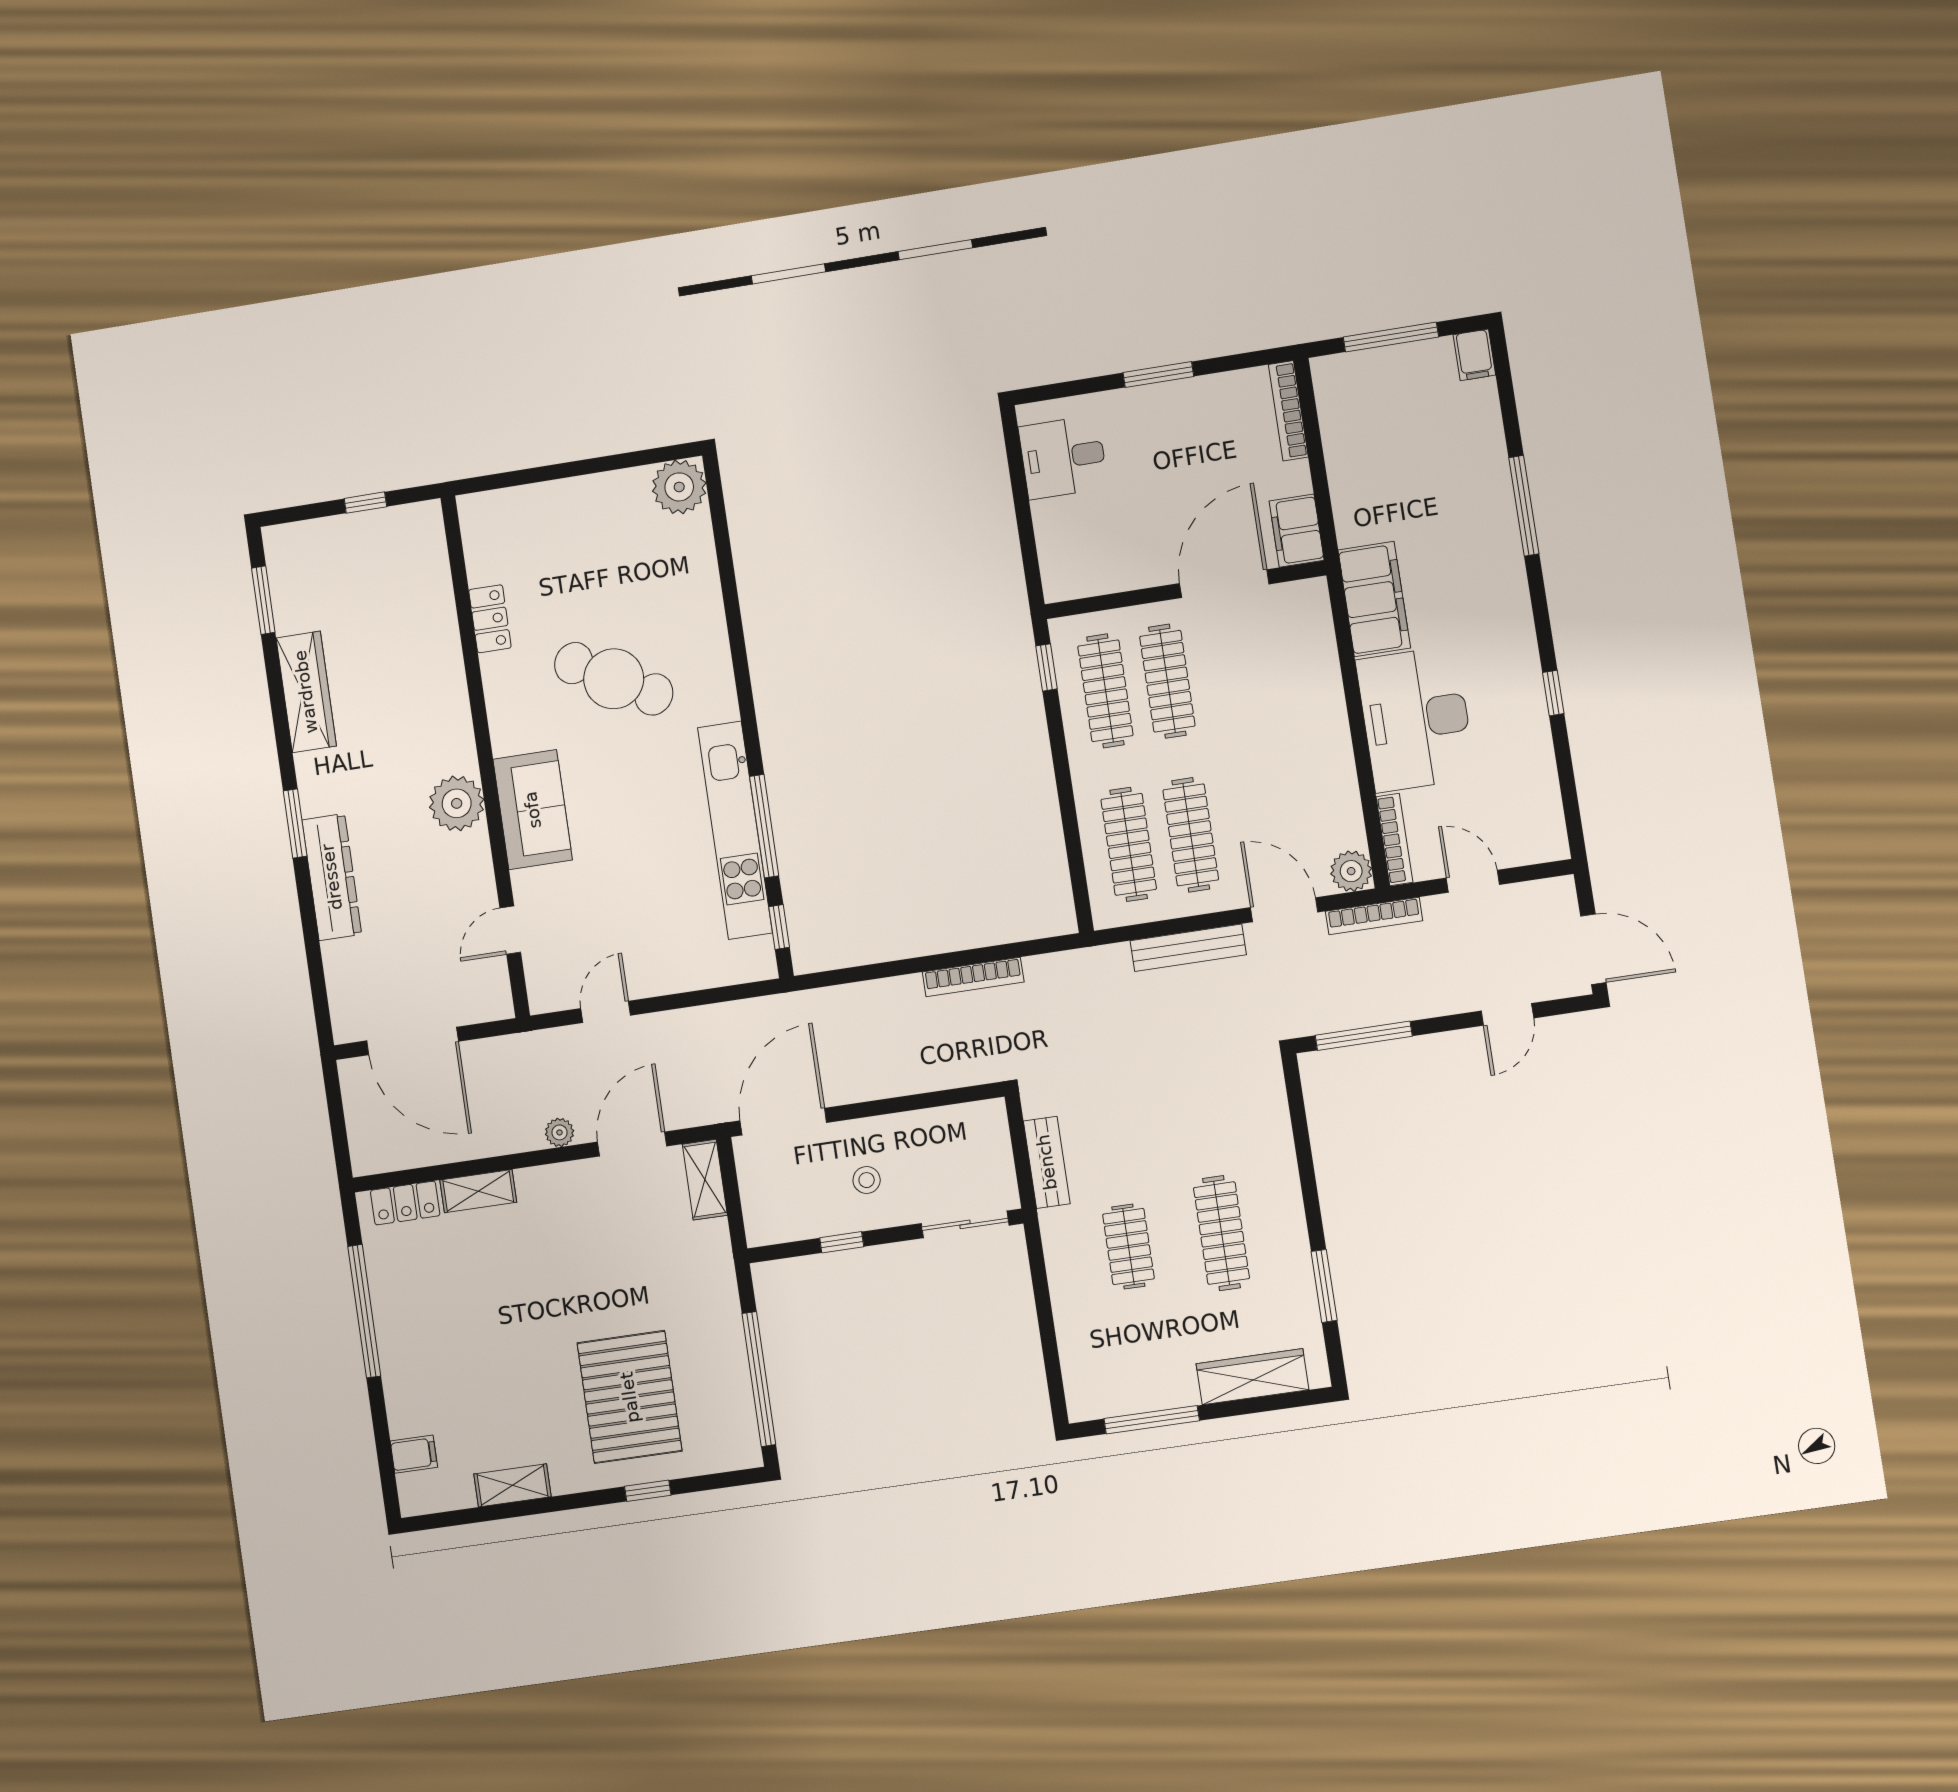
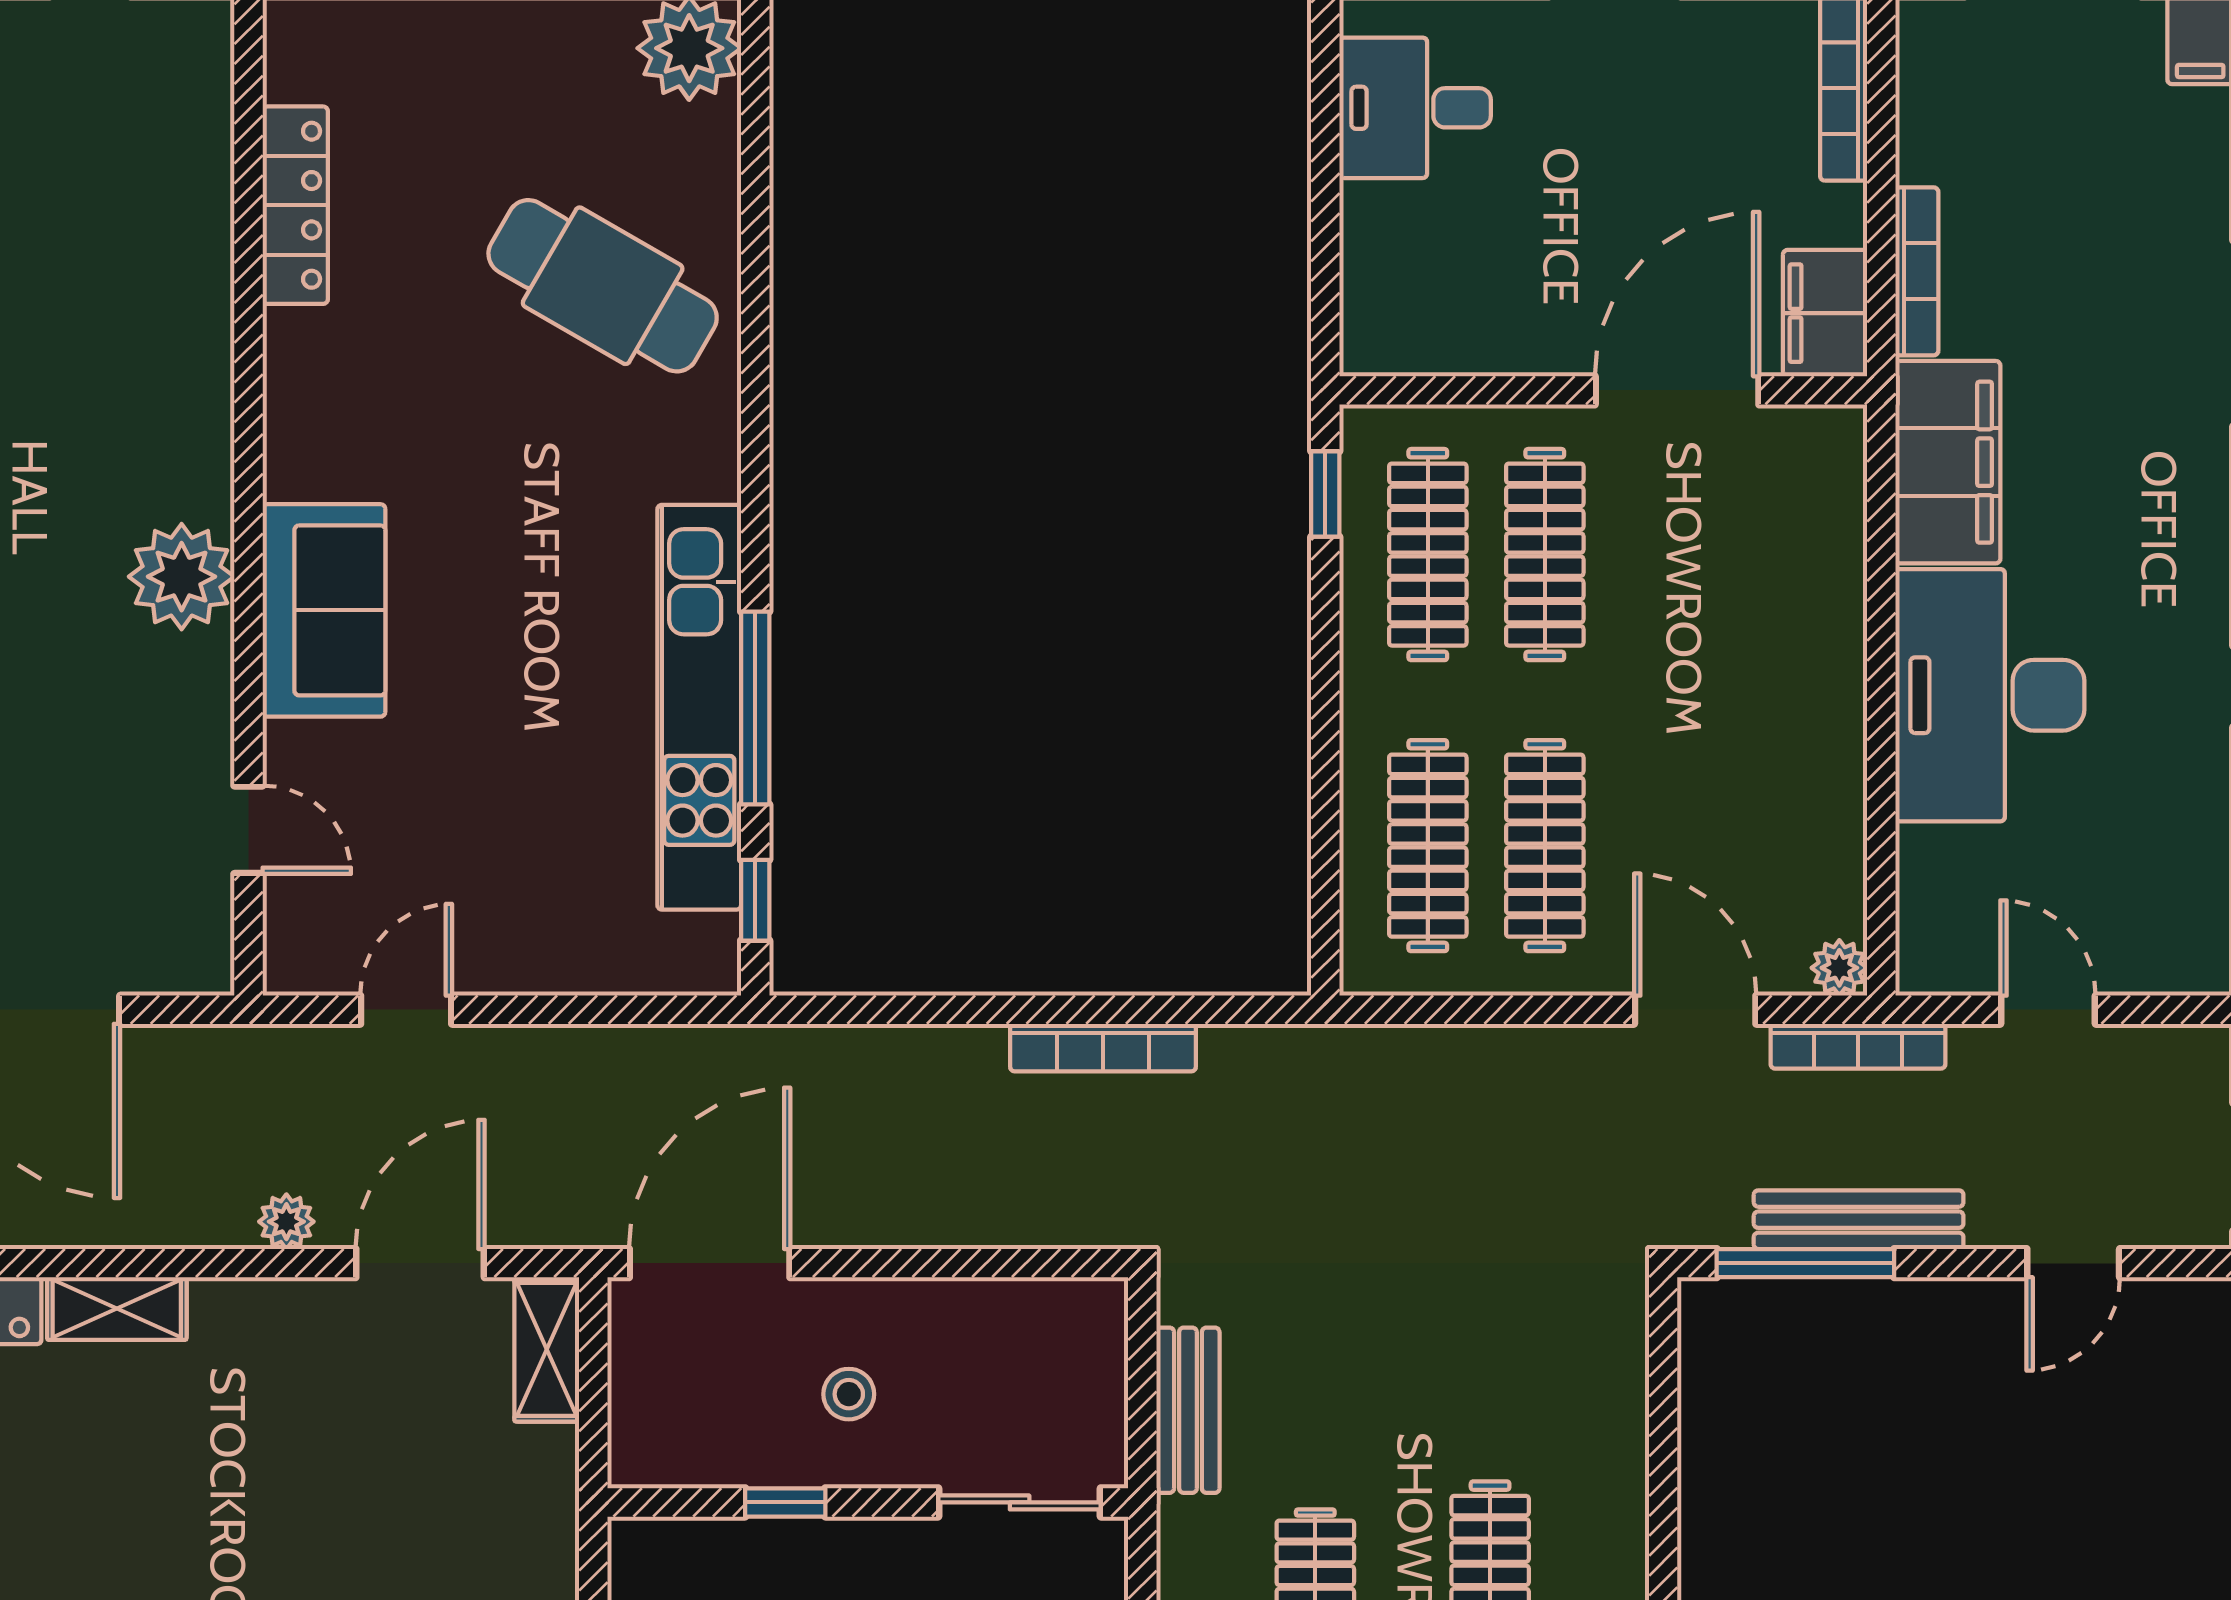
locker: (490, 619) -> (295, 205), width x1.53
cafe table: (614, 679) -> (603, 286), moved
bookcase: (1394, 839) -> (1917, 271), moved
plant: (1351, 871) -> (1839, 968), width x0.73, depth x0.73
door: (510, 930) -> (248, 830), swing flipped
bench: (1188, 948) -> (1859, 1220), moved

